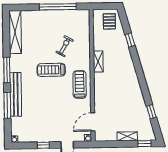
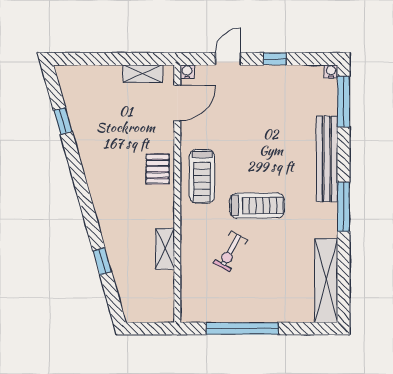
pallet: (109, 21) -> (158, 169), moved
shelving: (98, 61) -> (165, 249), moved
window: (7, 105) -> (344, 102), moved
shelving: (127, 136) -> (143, 74), moved
window: (144, 144) -> (77, 59), removed

